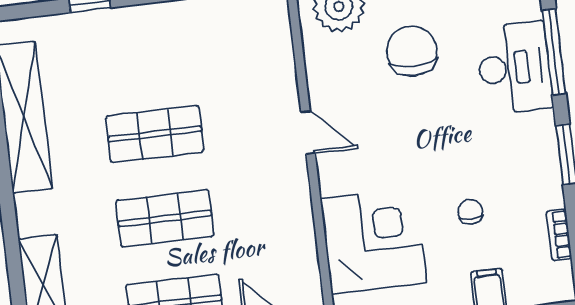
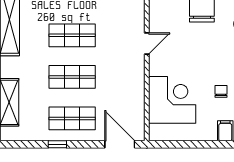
door: (308, 132) -> (147, 43), hinge flipped

